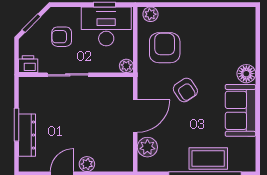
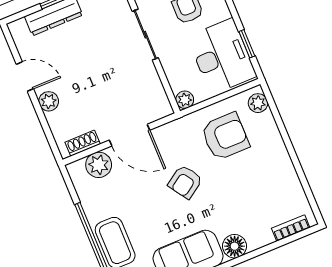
bookcase: (250, 28) -> (291, 228), added
shoe rack: (127, 152) -> (83, 143), added

